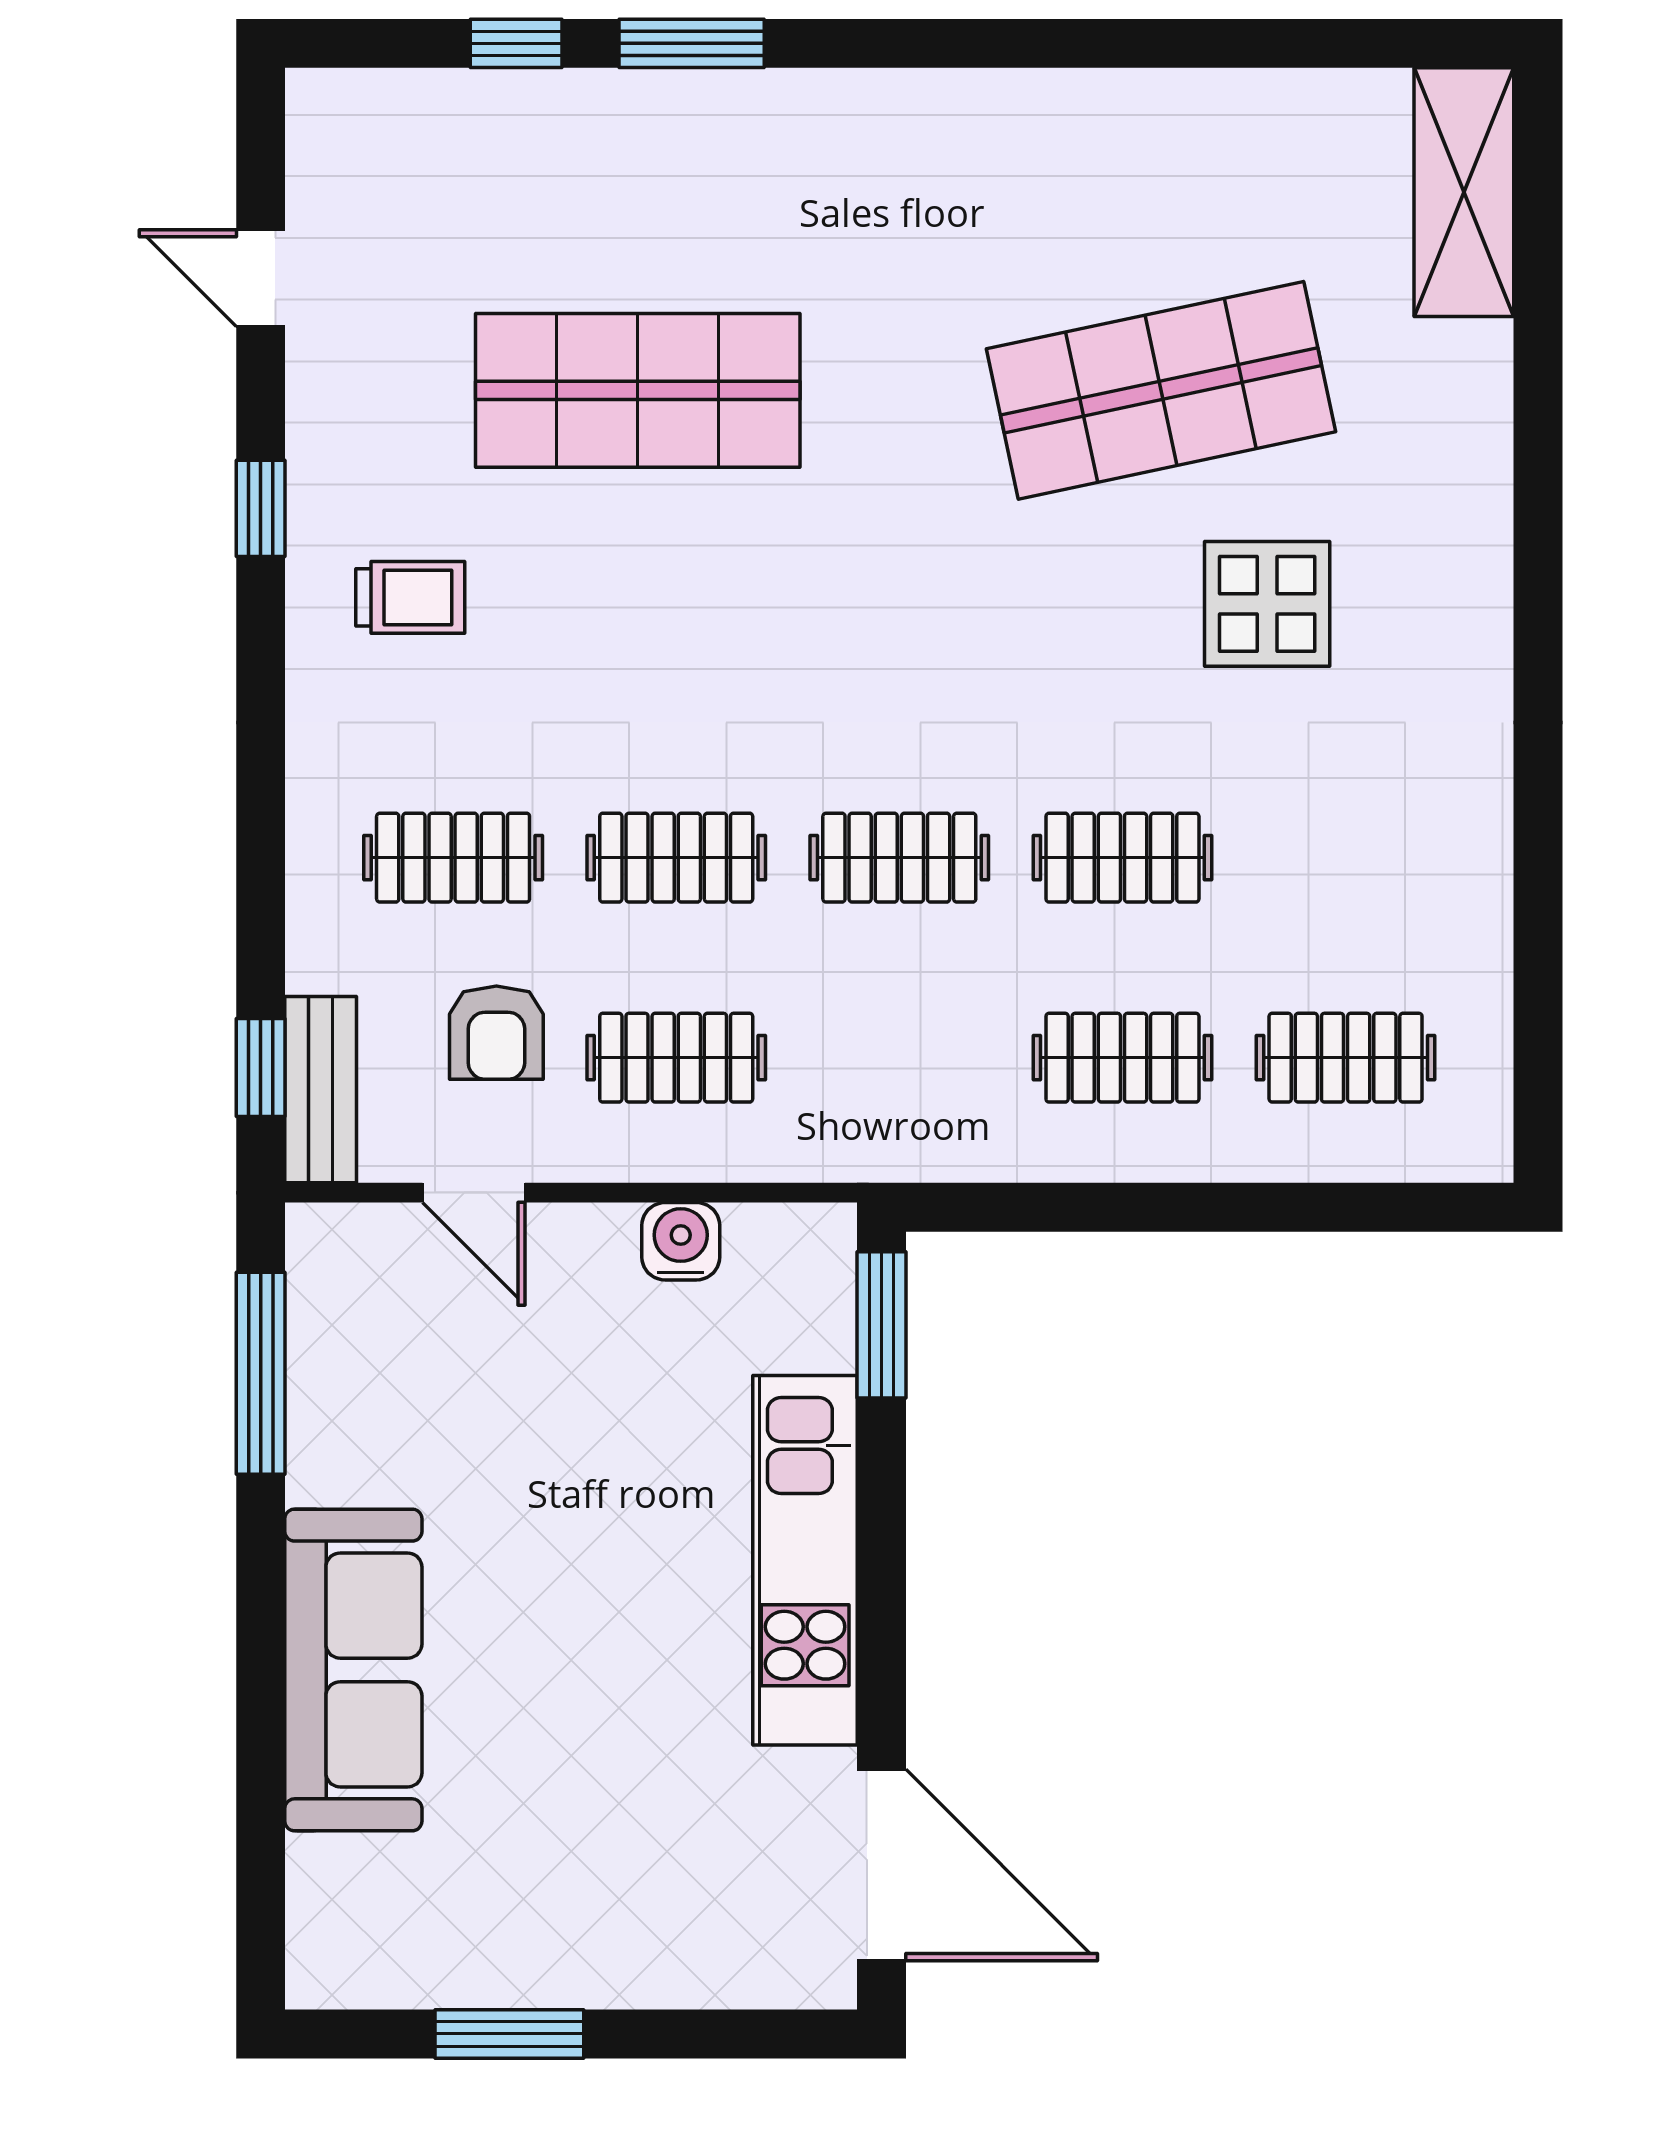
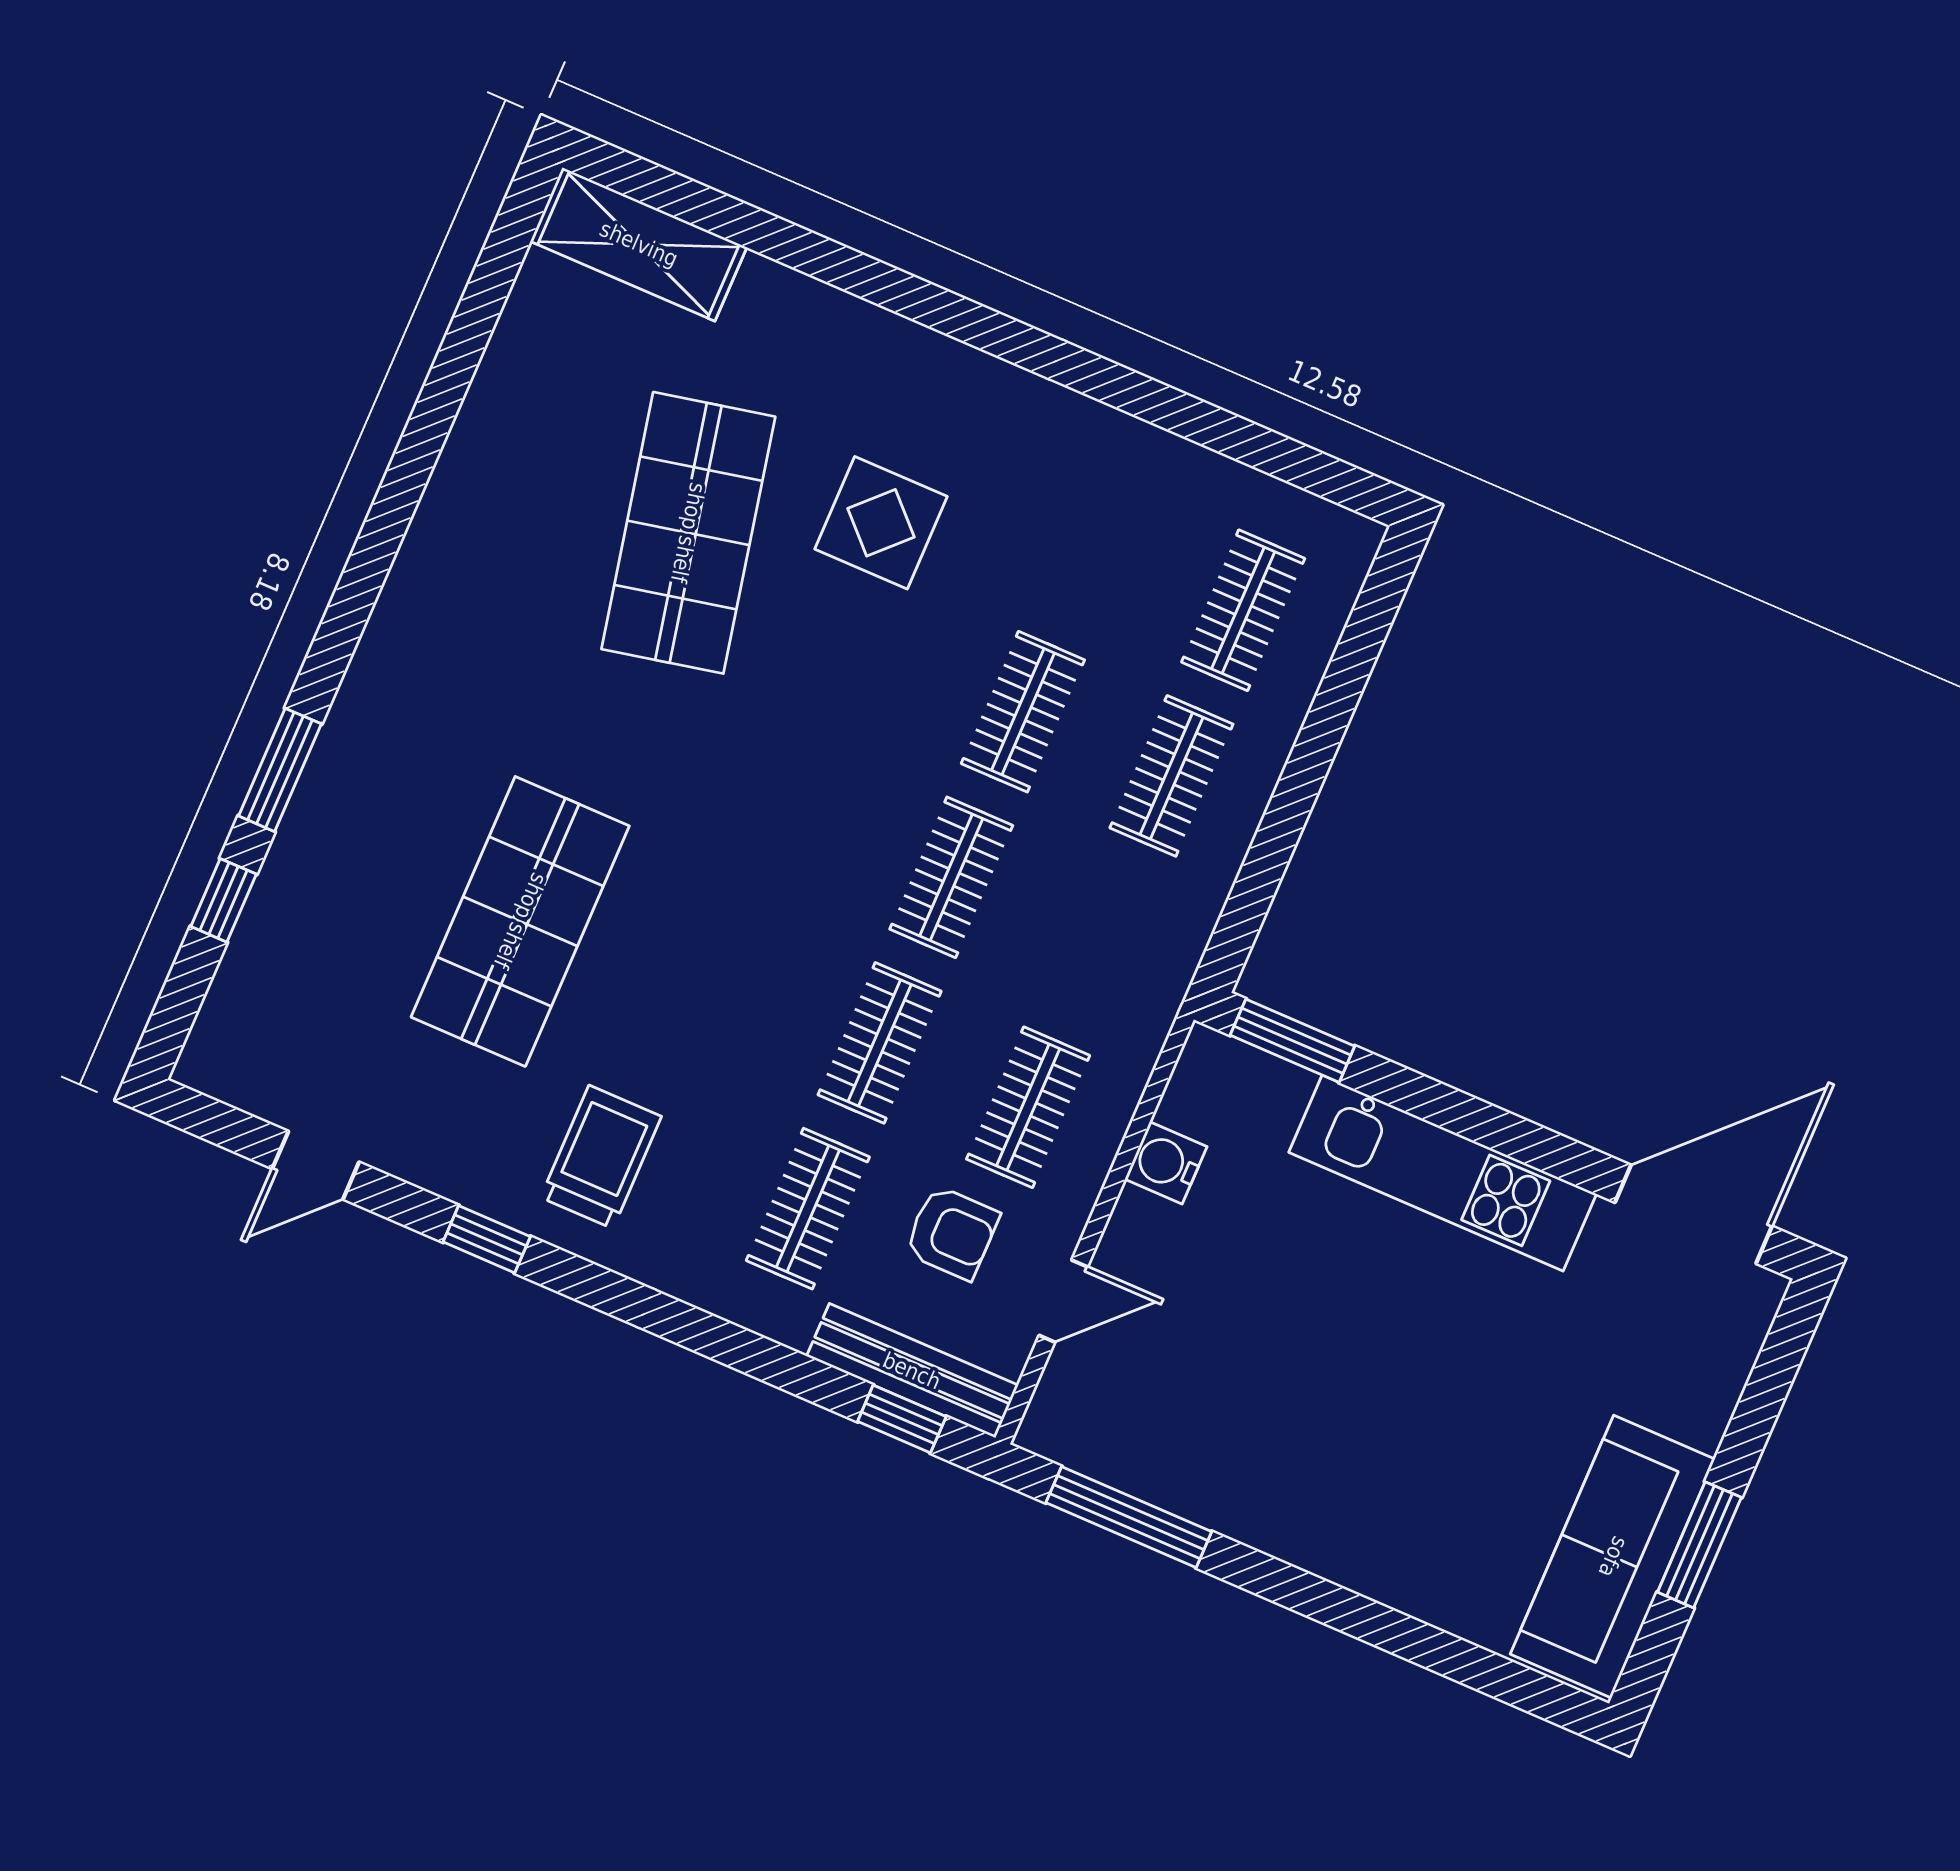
trolley: (410, 597) -> (601, 1157), width x1.36, depth x1.39
bench: (321, 1090) -> (912, 1371), width x1.36
sofa: (353, 1670) -> (1613, 1557), moved, turned -90

